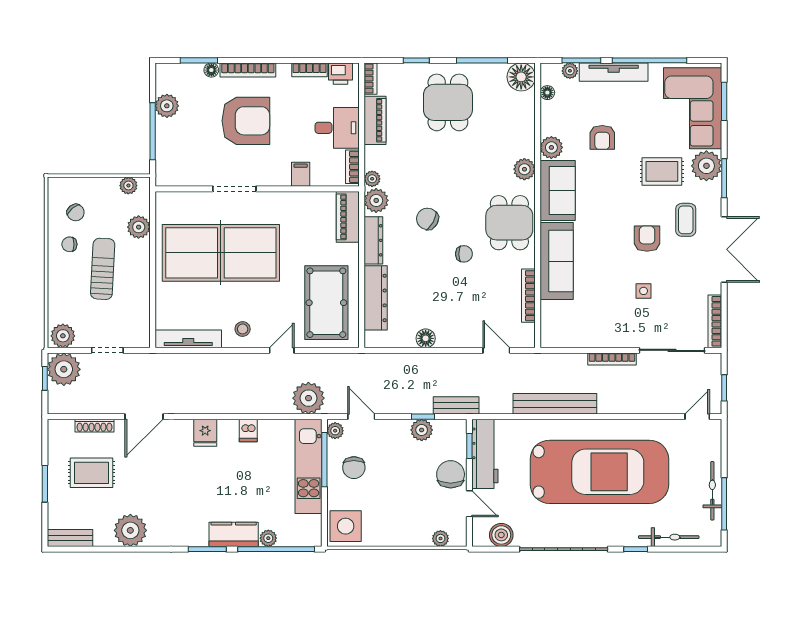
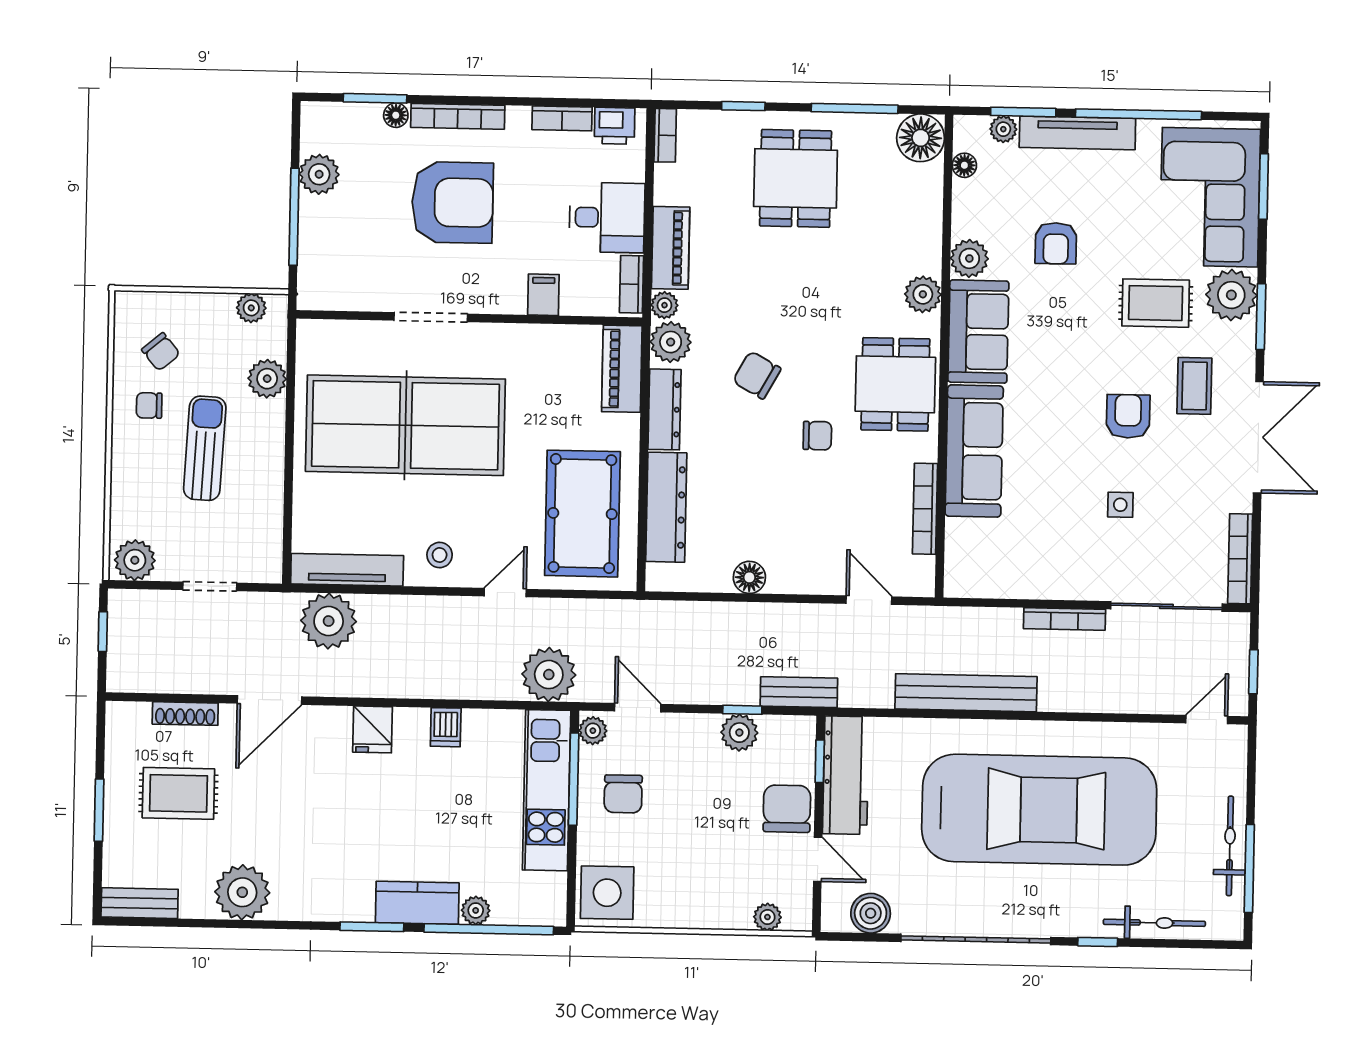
piano: (375, 120) -> (671, 248), moved
plant: (64, 369) -> (329, 621), moved

